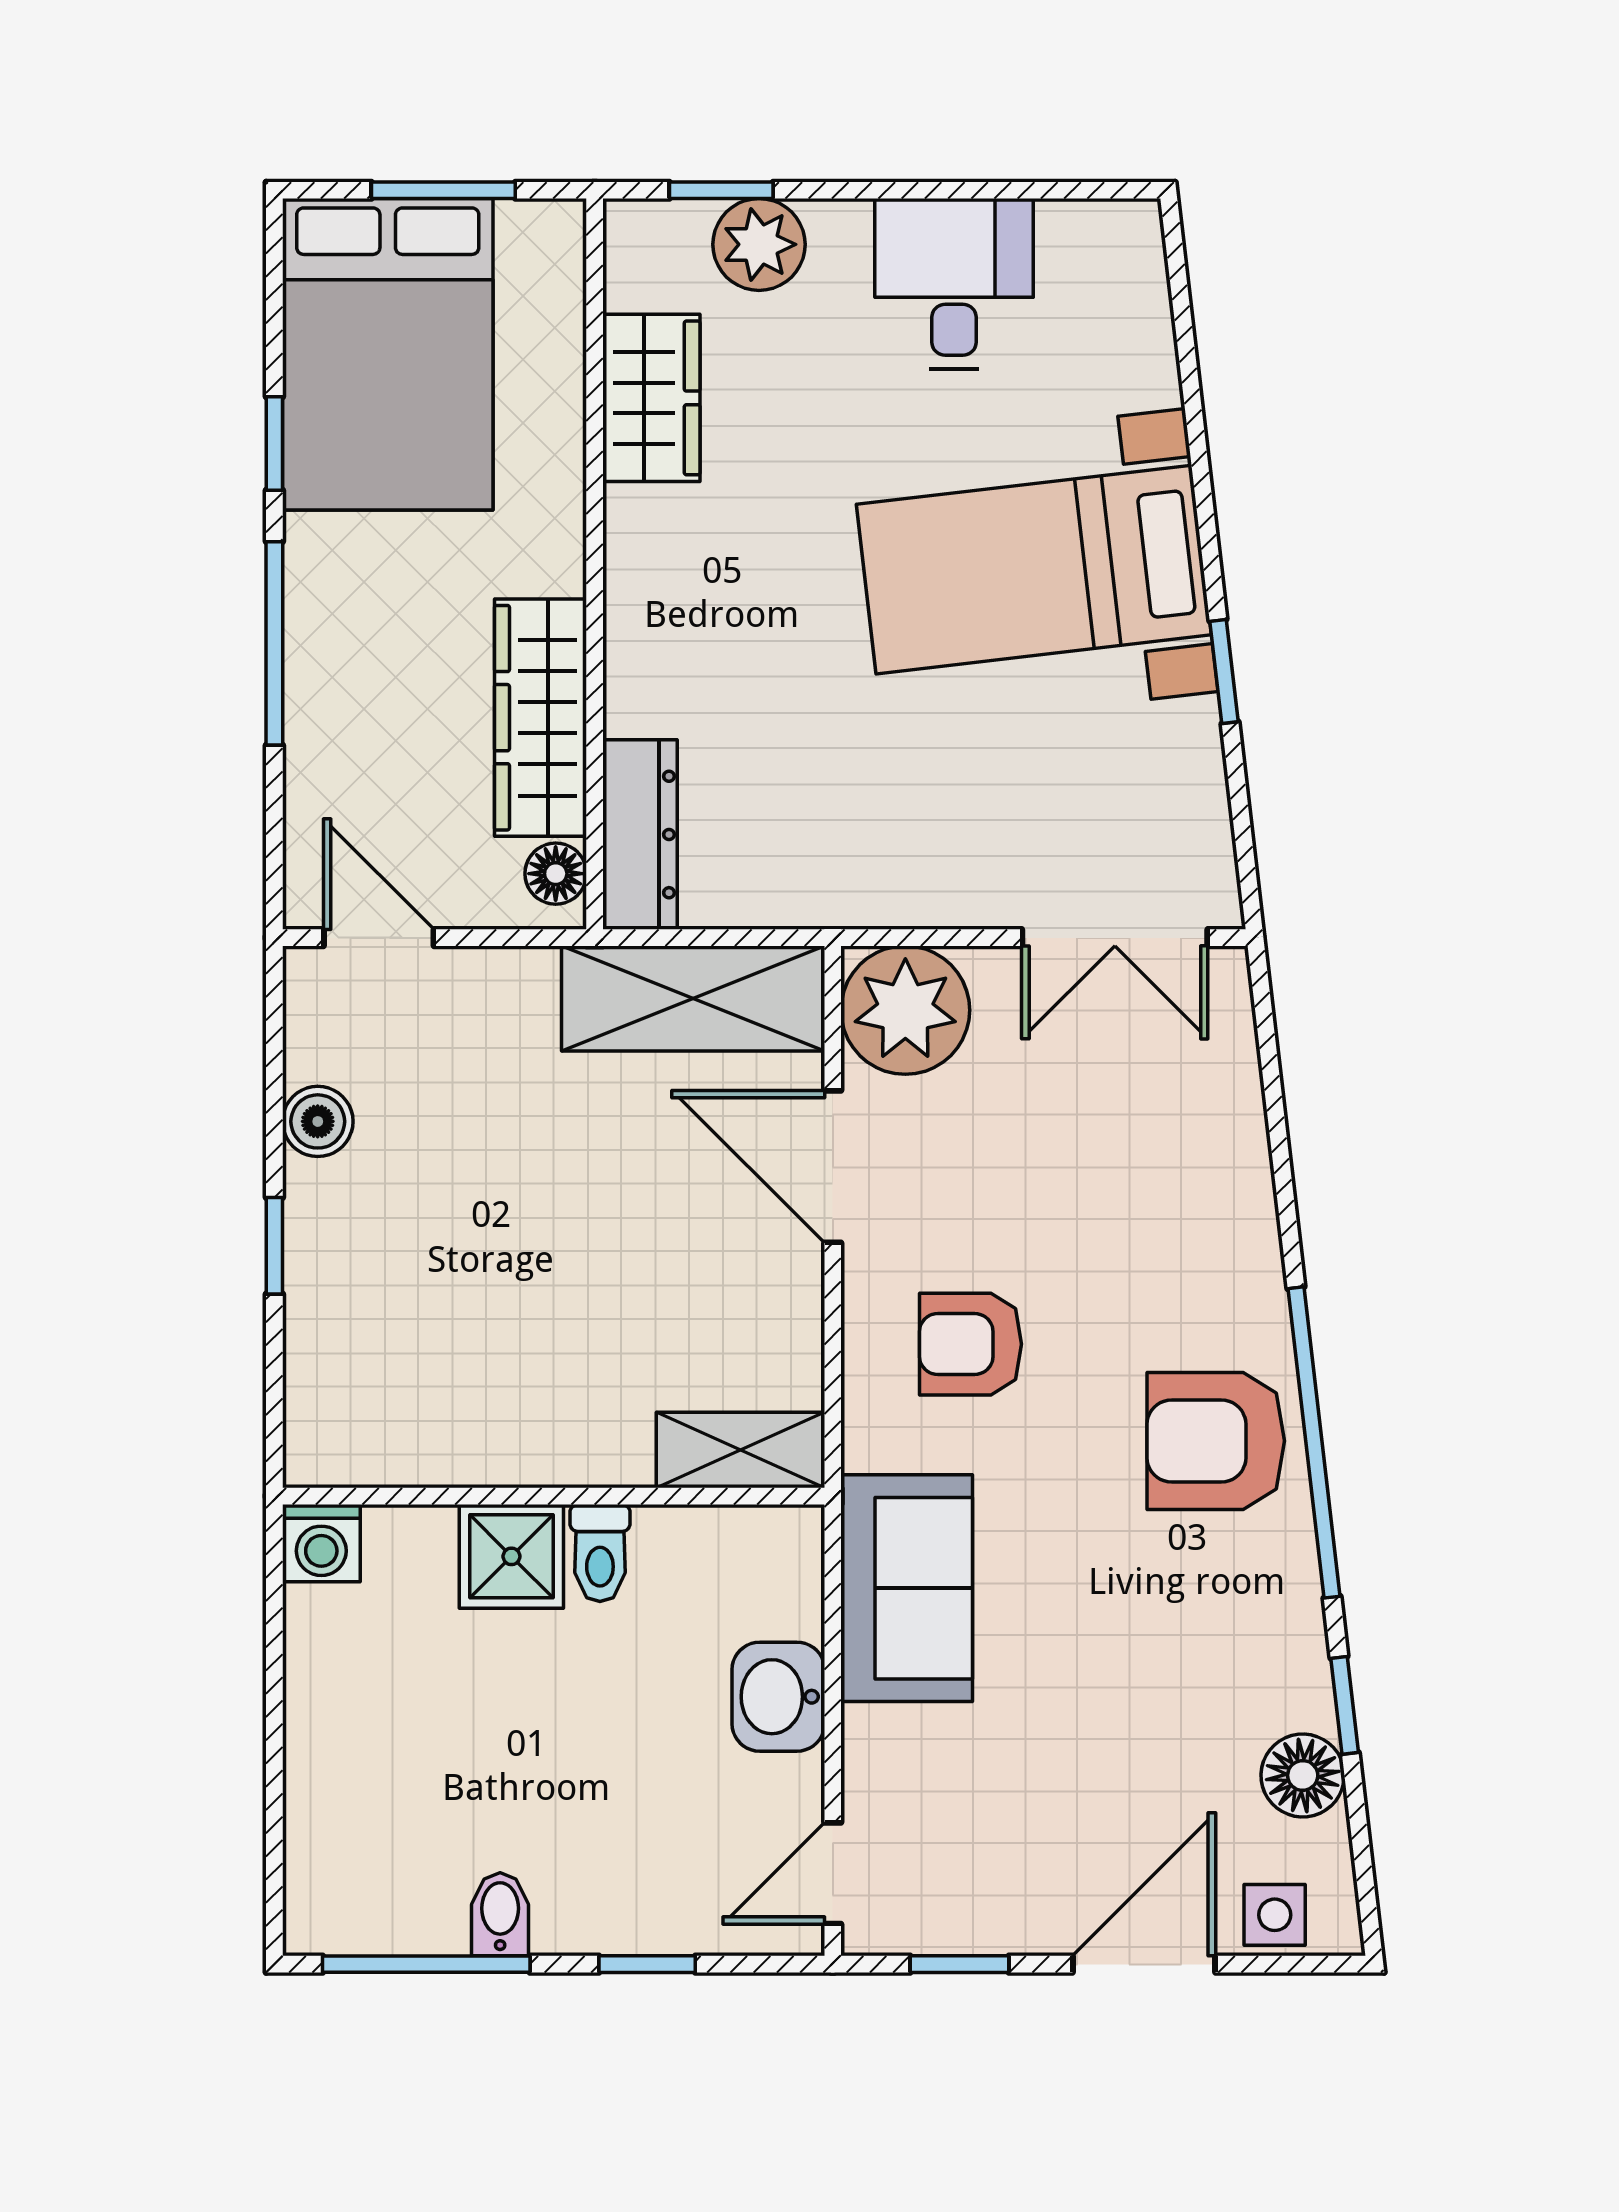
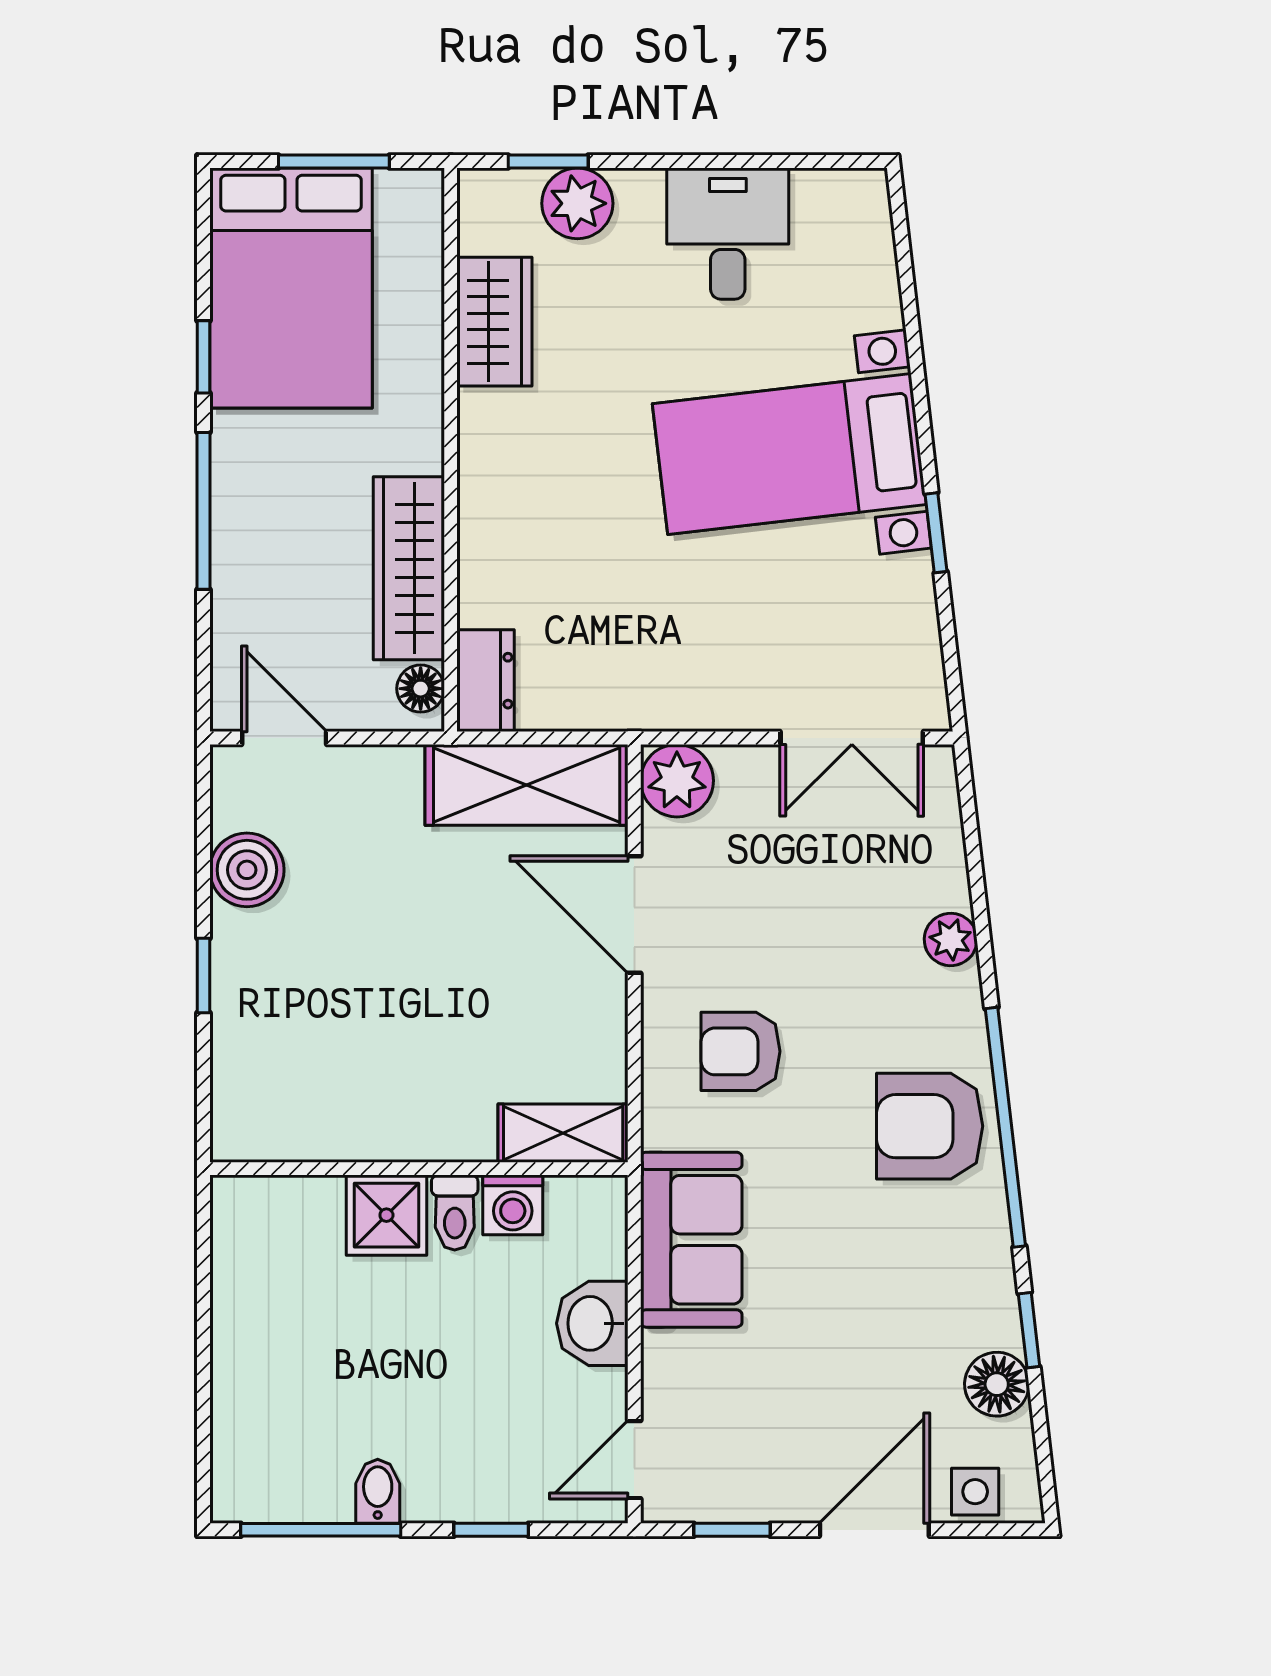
dresser: (640, 834) -> (486, 681), width x0.70
plant: (905, 1010) -> (677, 781), width x0.73, depth x0.73
boiler: (318, 1121) -> (247, 870), width x1.36, depth x1.36
plant: (1243, 1199) -> (951, 939), added
washing machine: (321, 1543) -> (513, 1205), moved

